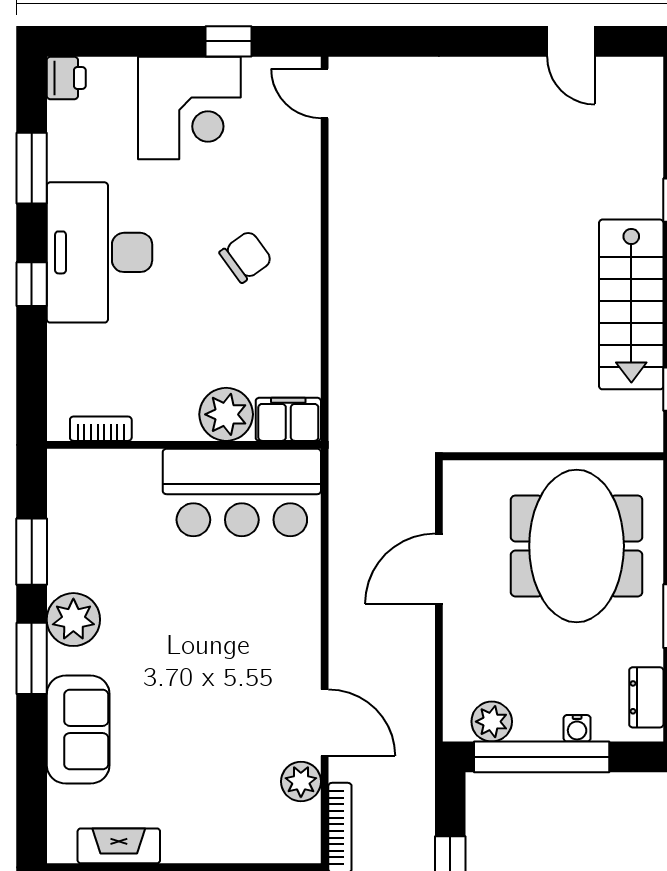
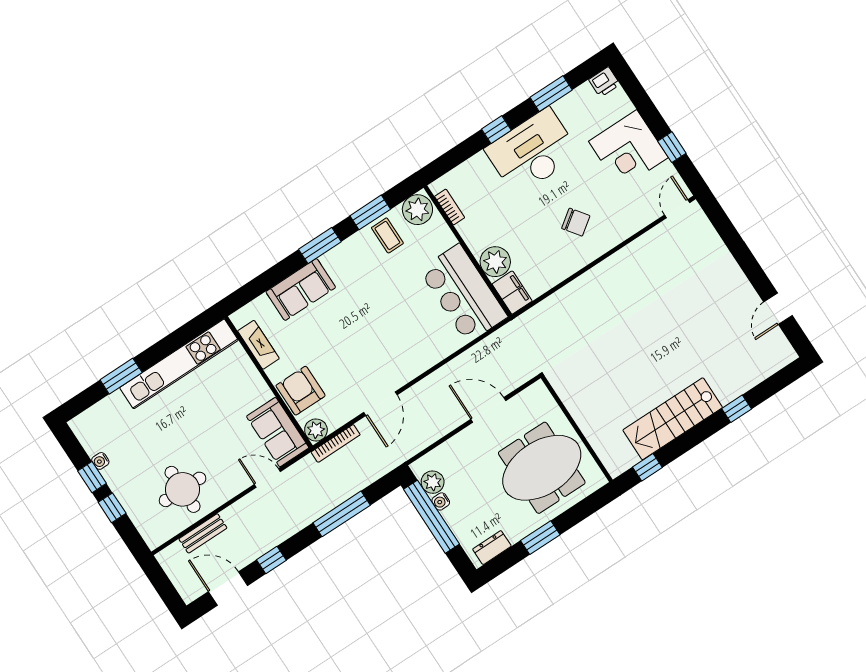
coffee table: (82, 549) -> (387, 235), added
plant: (73, 620) -> (417, 210), moved
water cooler: (577, 728) -> (441, 501), moved
plant: (301, 782) -> (316, 430), moved
armchair: (228, 828) -> (301, 391), added

